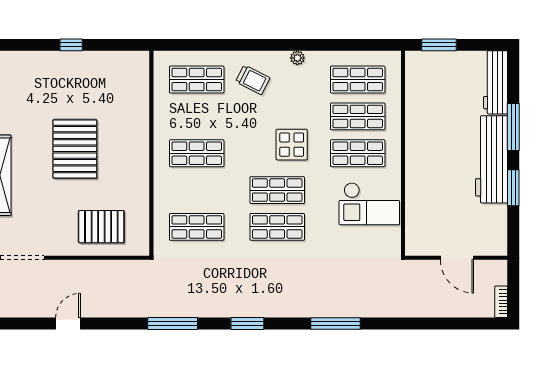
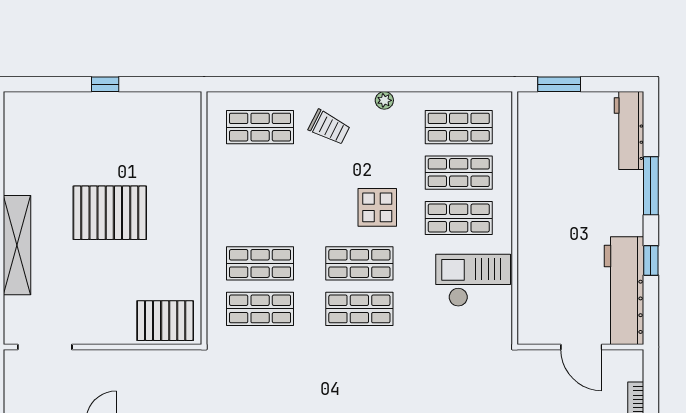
pallet: (75, 149) -> (110, 213), turned 90
shop shelf: (197, 153) -> (260, 263), moved
workbench: (492, 159) -> (624, 291), moved
window: (513, 188) -> (651, 261), width x0.67
checkout: (369, 204) -> (473, 280), turned 180
pallet: (101, 227) -> (165, 321), moved

